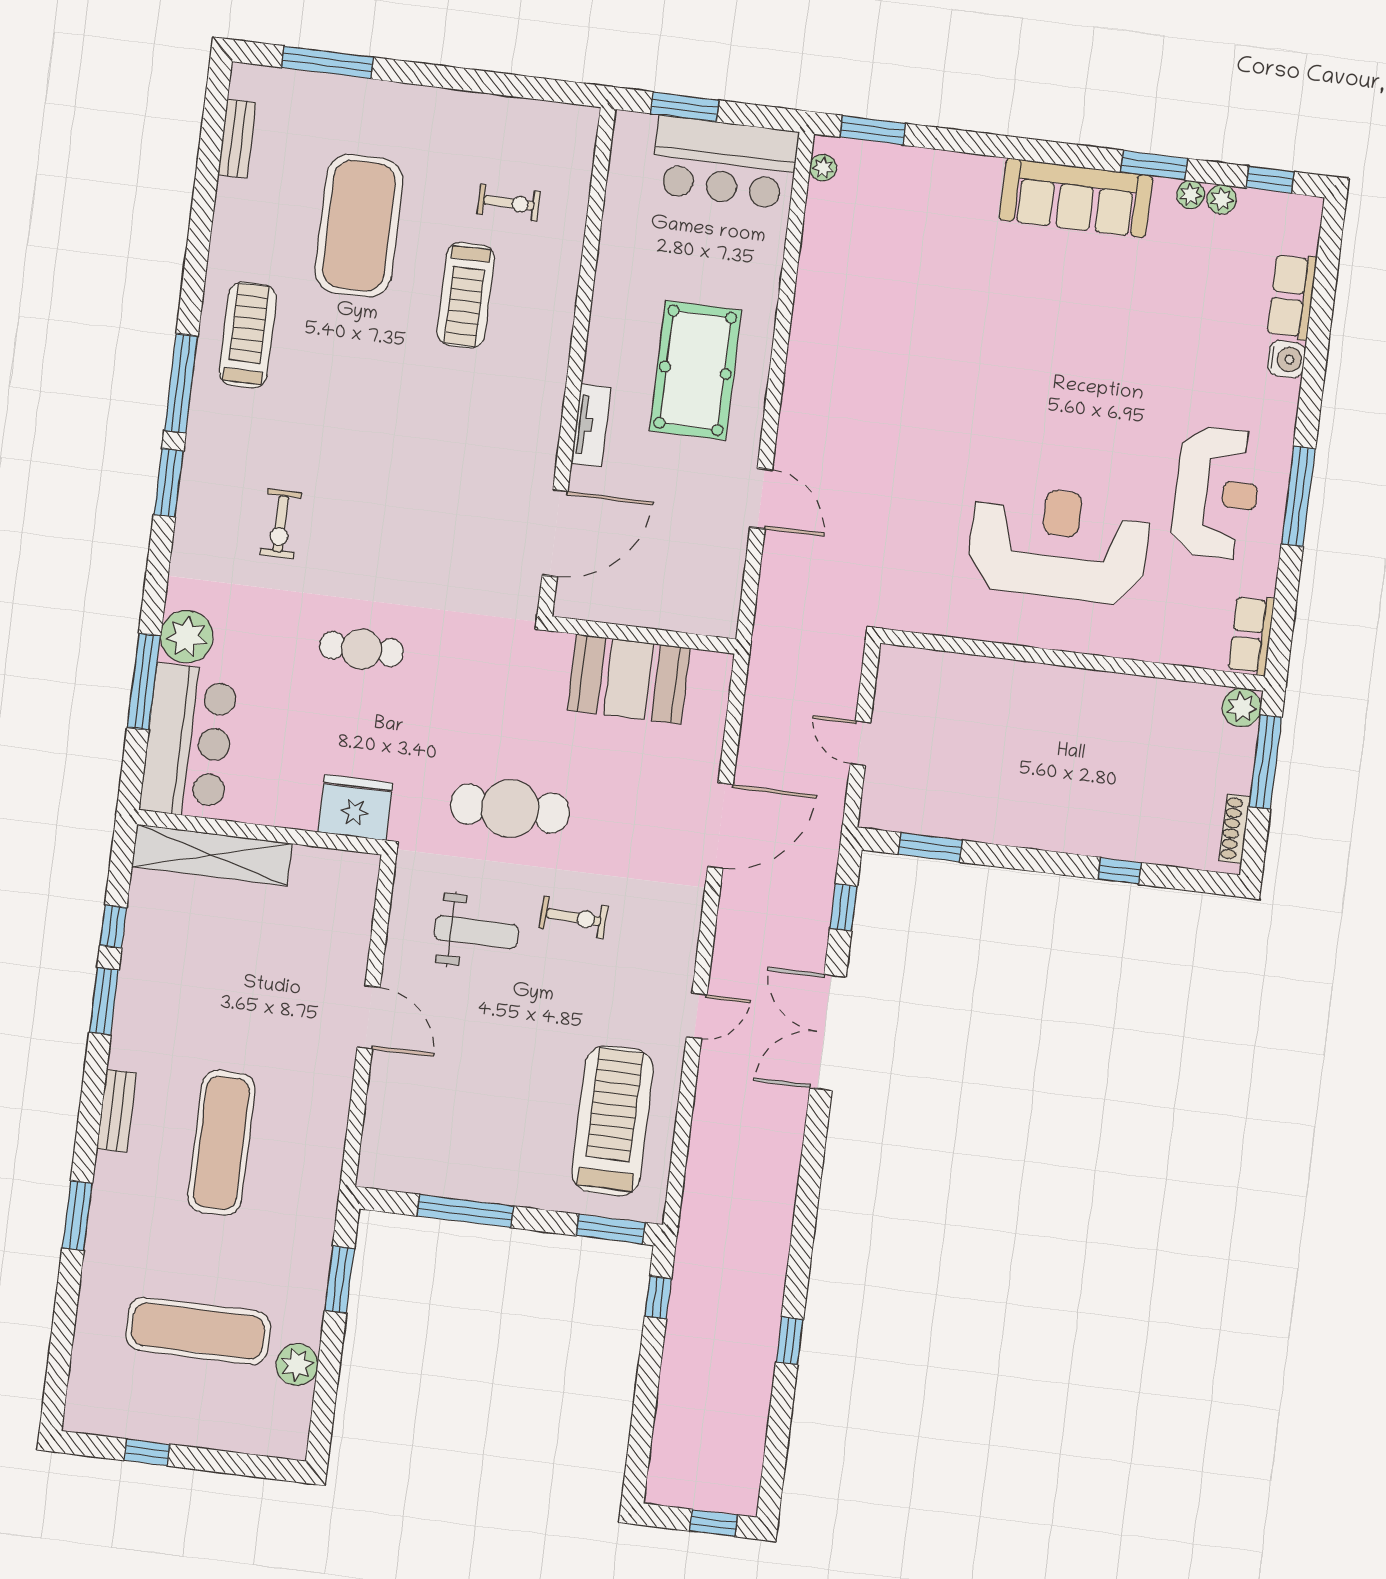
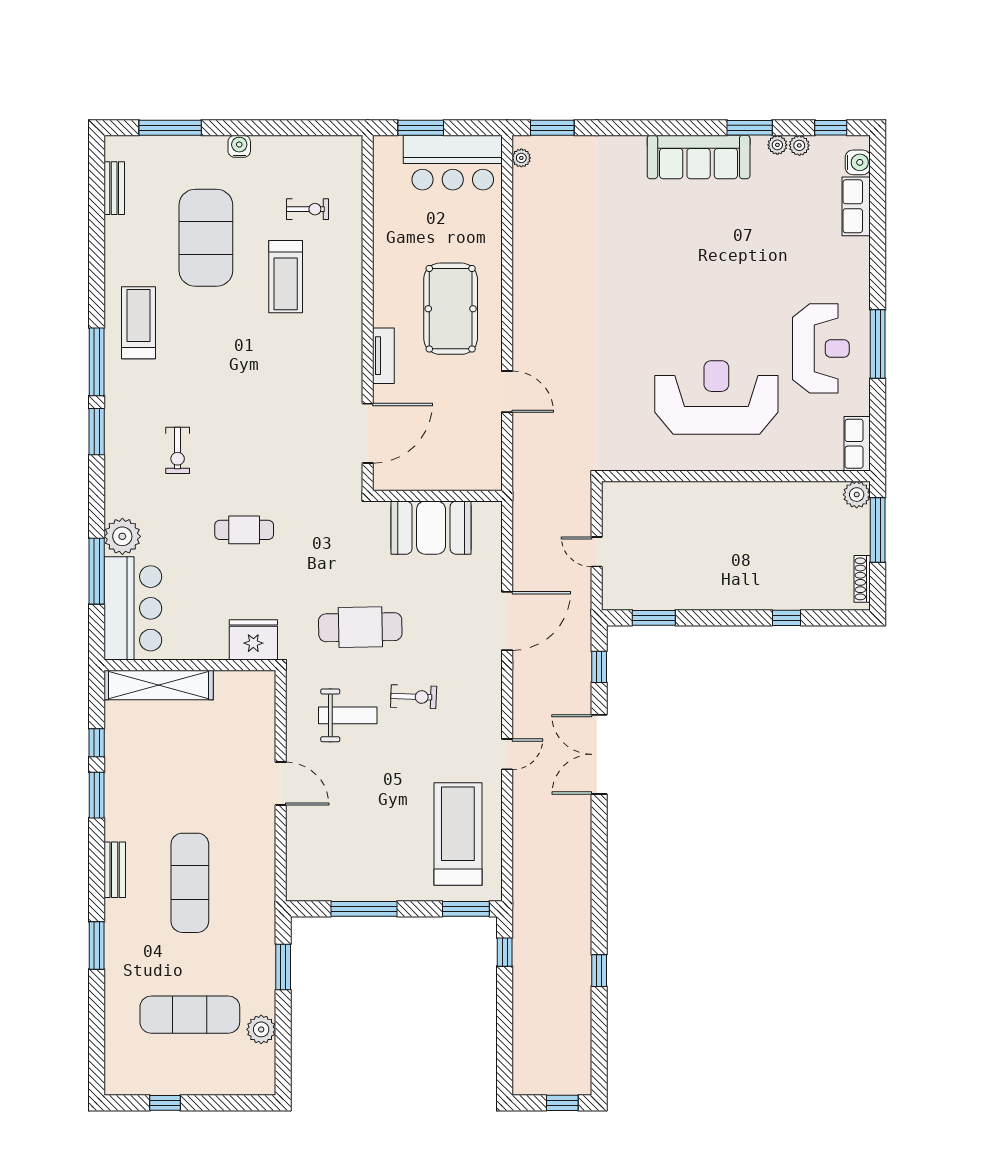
water cooler: (423, 101) -> (239, 146), added
water cooler: (1287, 359) -> (858, 162), moved

